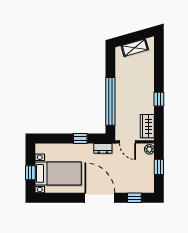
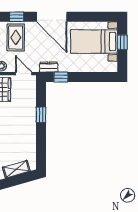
window: (110, 101) -> (41, 115), width x0.32
window: (80, 139) -> (61, 77), moved
rug: (135, 177) -> (16, 37), added

